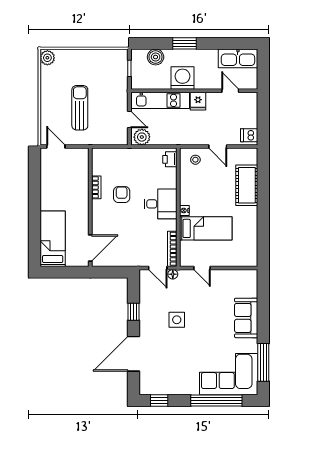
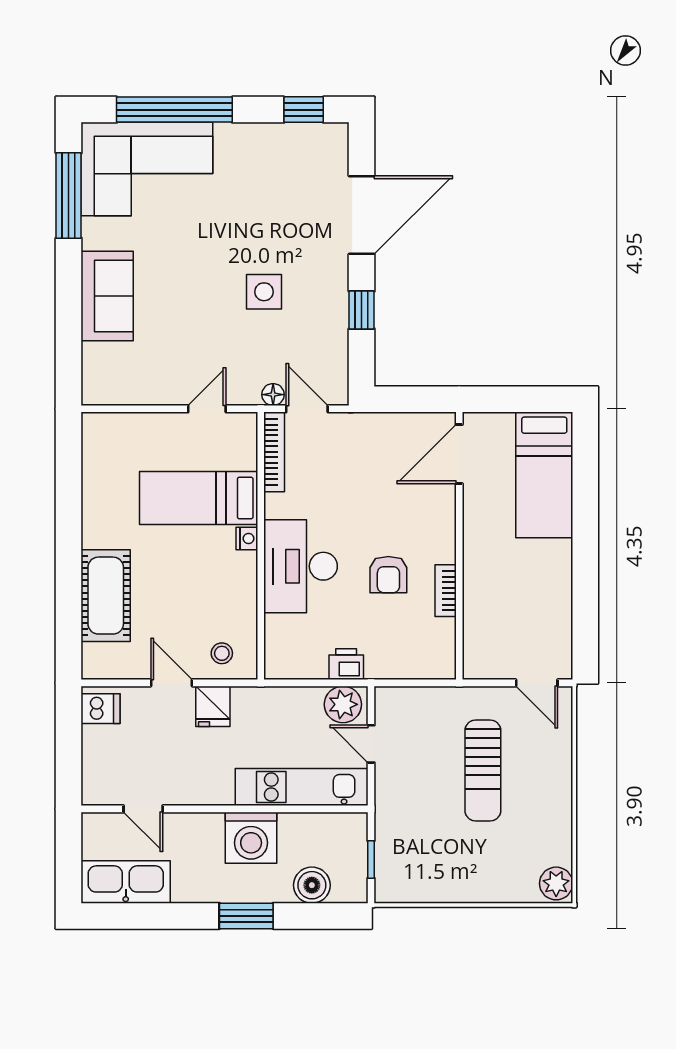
fridge: (198, 101) -> (213, 706), moved, turned 180
printer: (170, 159) -> (346, 664), moved, turned -90
desk: (161, 204) -> (301, 566), width x1.37
door: (202, 268) -> (207, 409), hinge flipped

